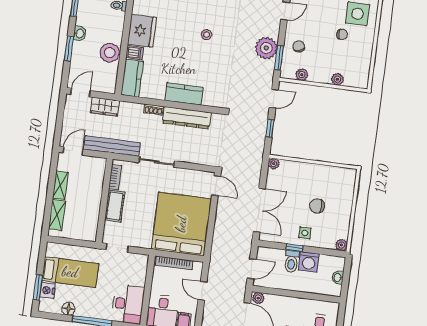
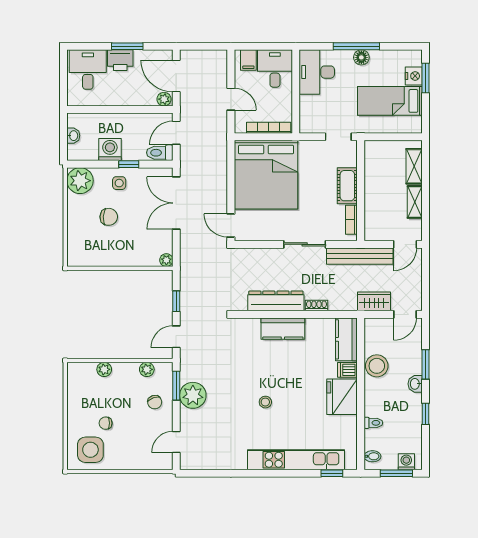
plant: (341, 245) -> (80, 181), width x1.87, depth x1.87
toilet: (291, 261) -> (160, 153), moved, turned -90
floor lamp: (68, 309) -> (361, 57), moved

